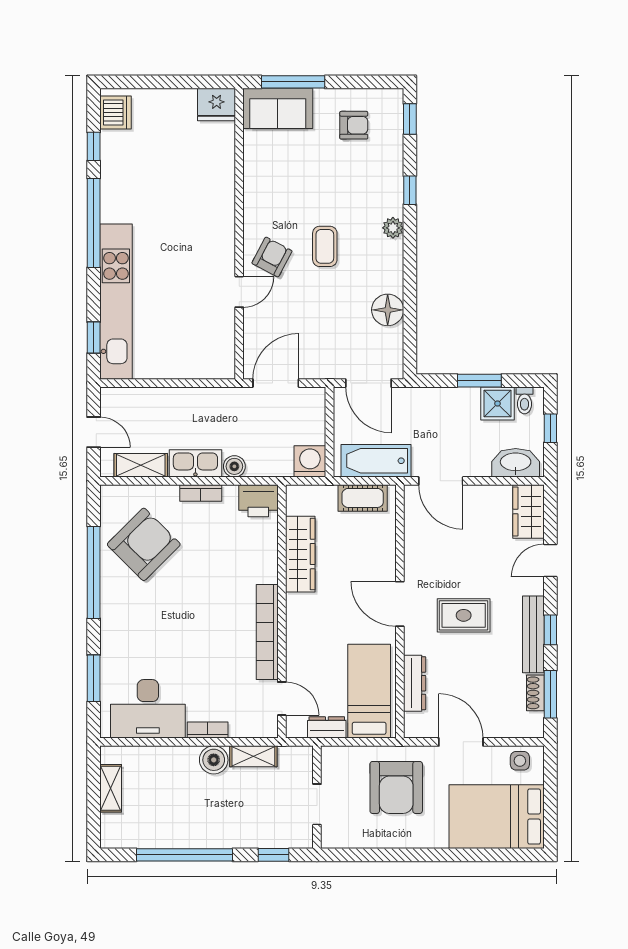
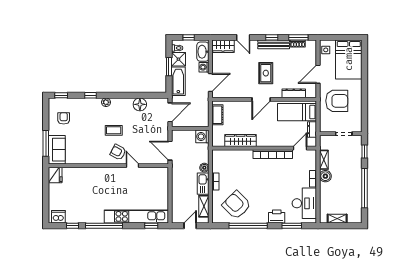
bathtub: (376, 461) -> (178, 81), moved, turned 180
washing machine: (478, 465) -> (204, 67), added
printer: (258, 501) -> (277, 216), moved, turned -90

